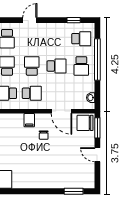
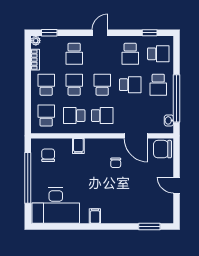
school desk: (57, 39) -> (130, 54), added
window: (97, 59) -> (177, 98), moved
filing cabinet: (29, 120) -> (78, 146), moved
window: (97, 128) -> (177, 155), removed
filing cabinet: (25, 182) -> (95, 216), added

